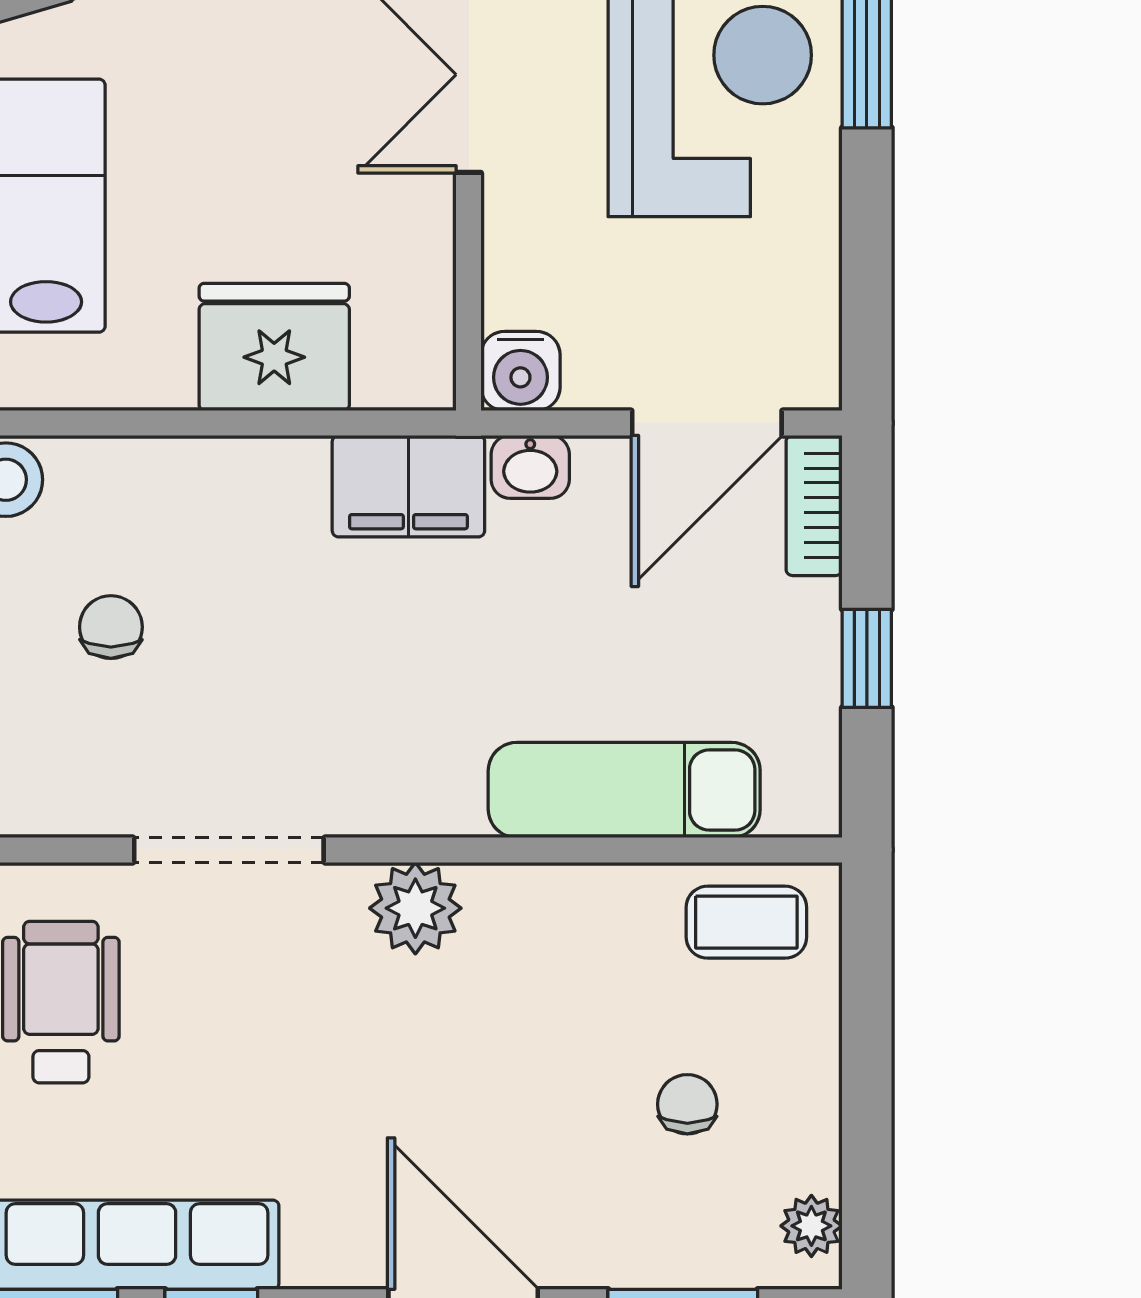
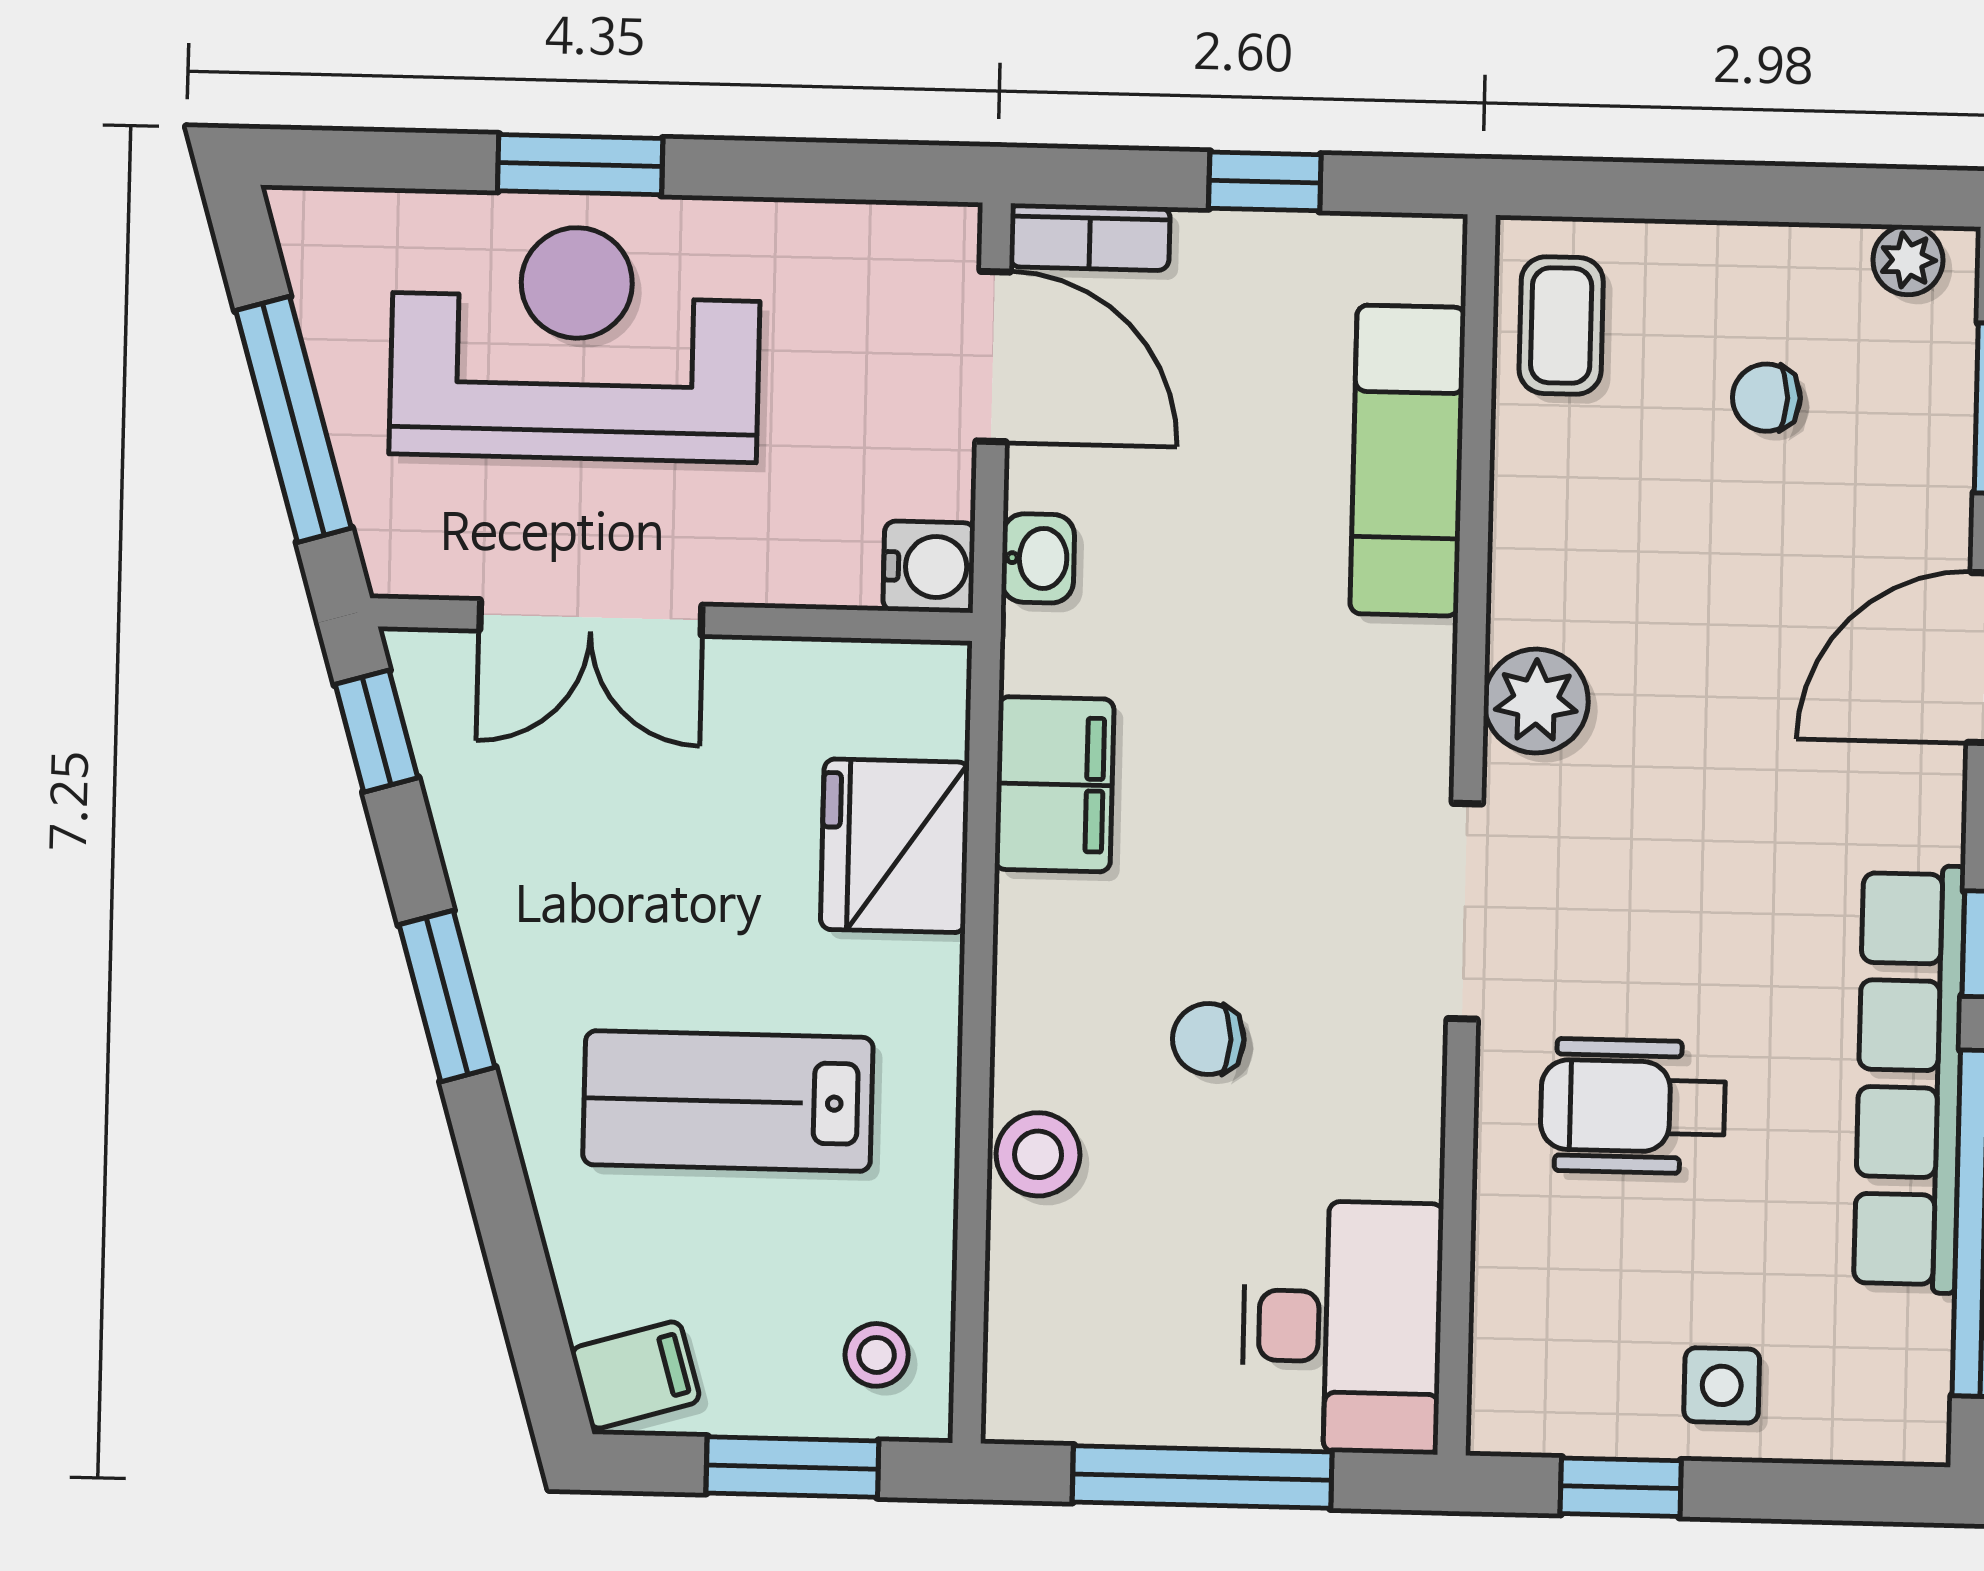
filing cabinet: (408, 486) -> (1054, 784), moved

